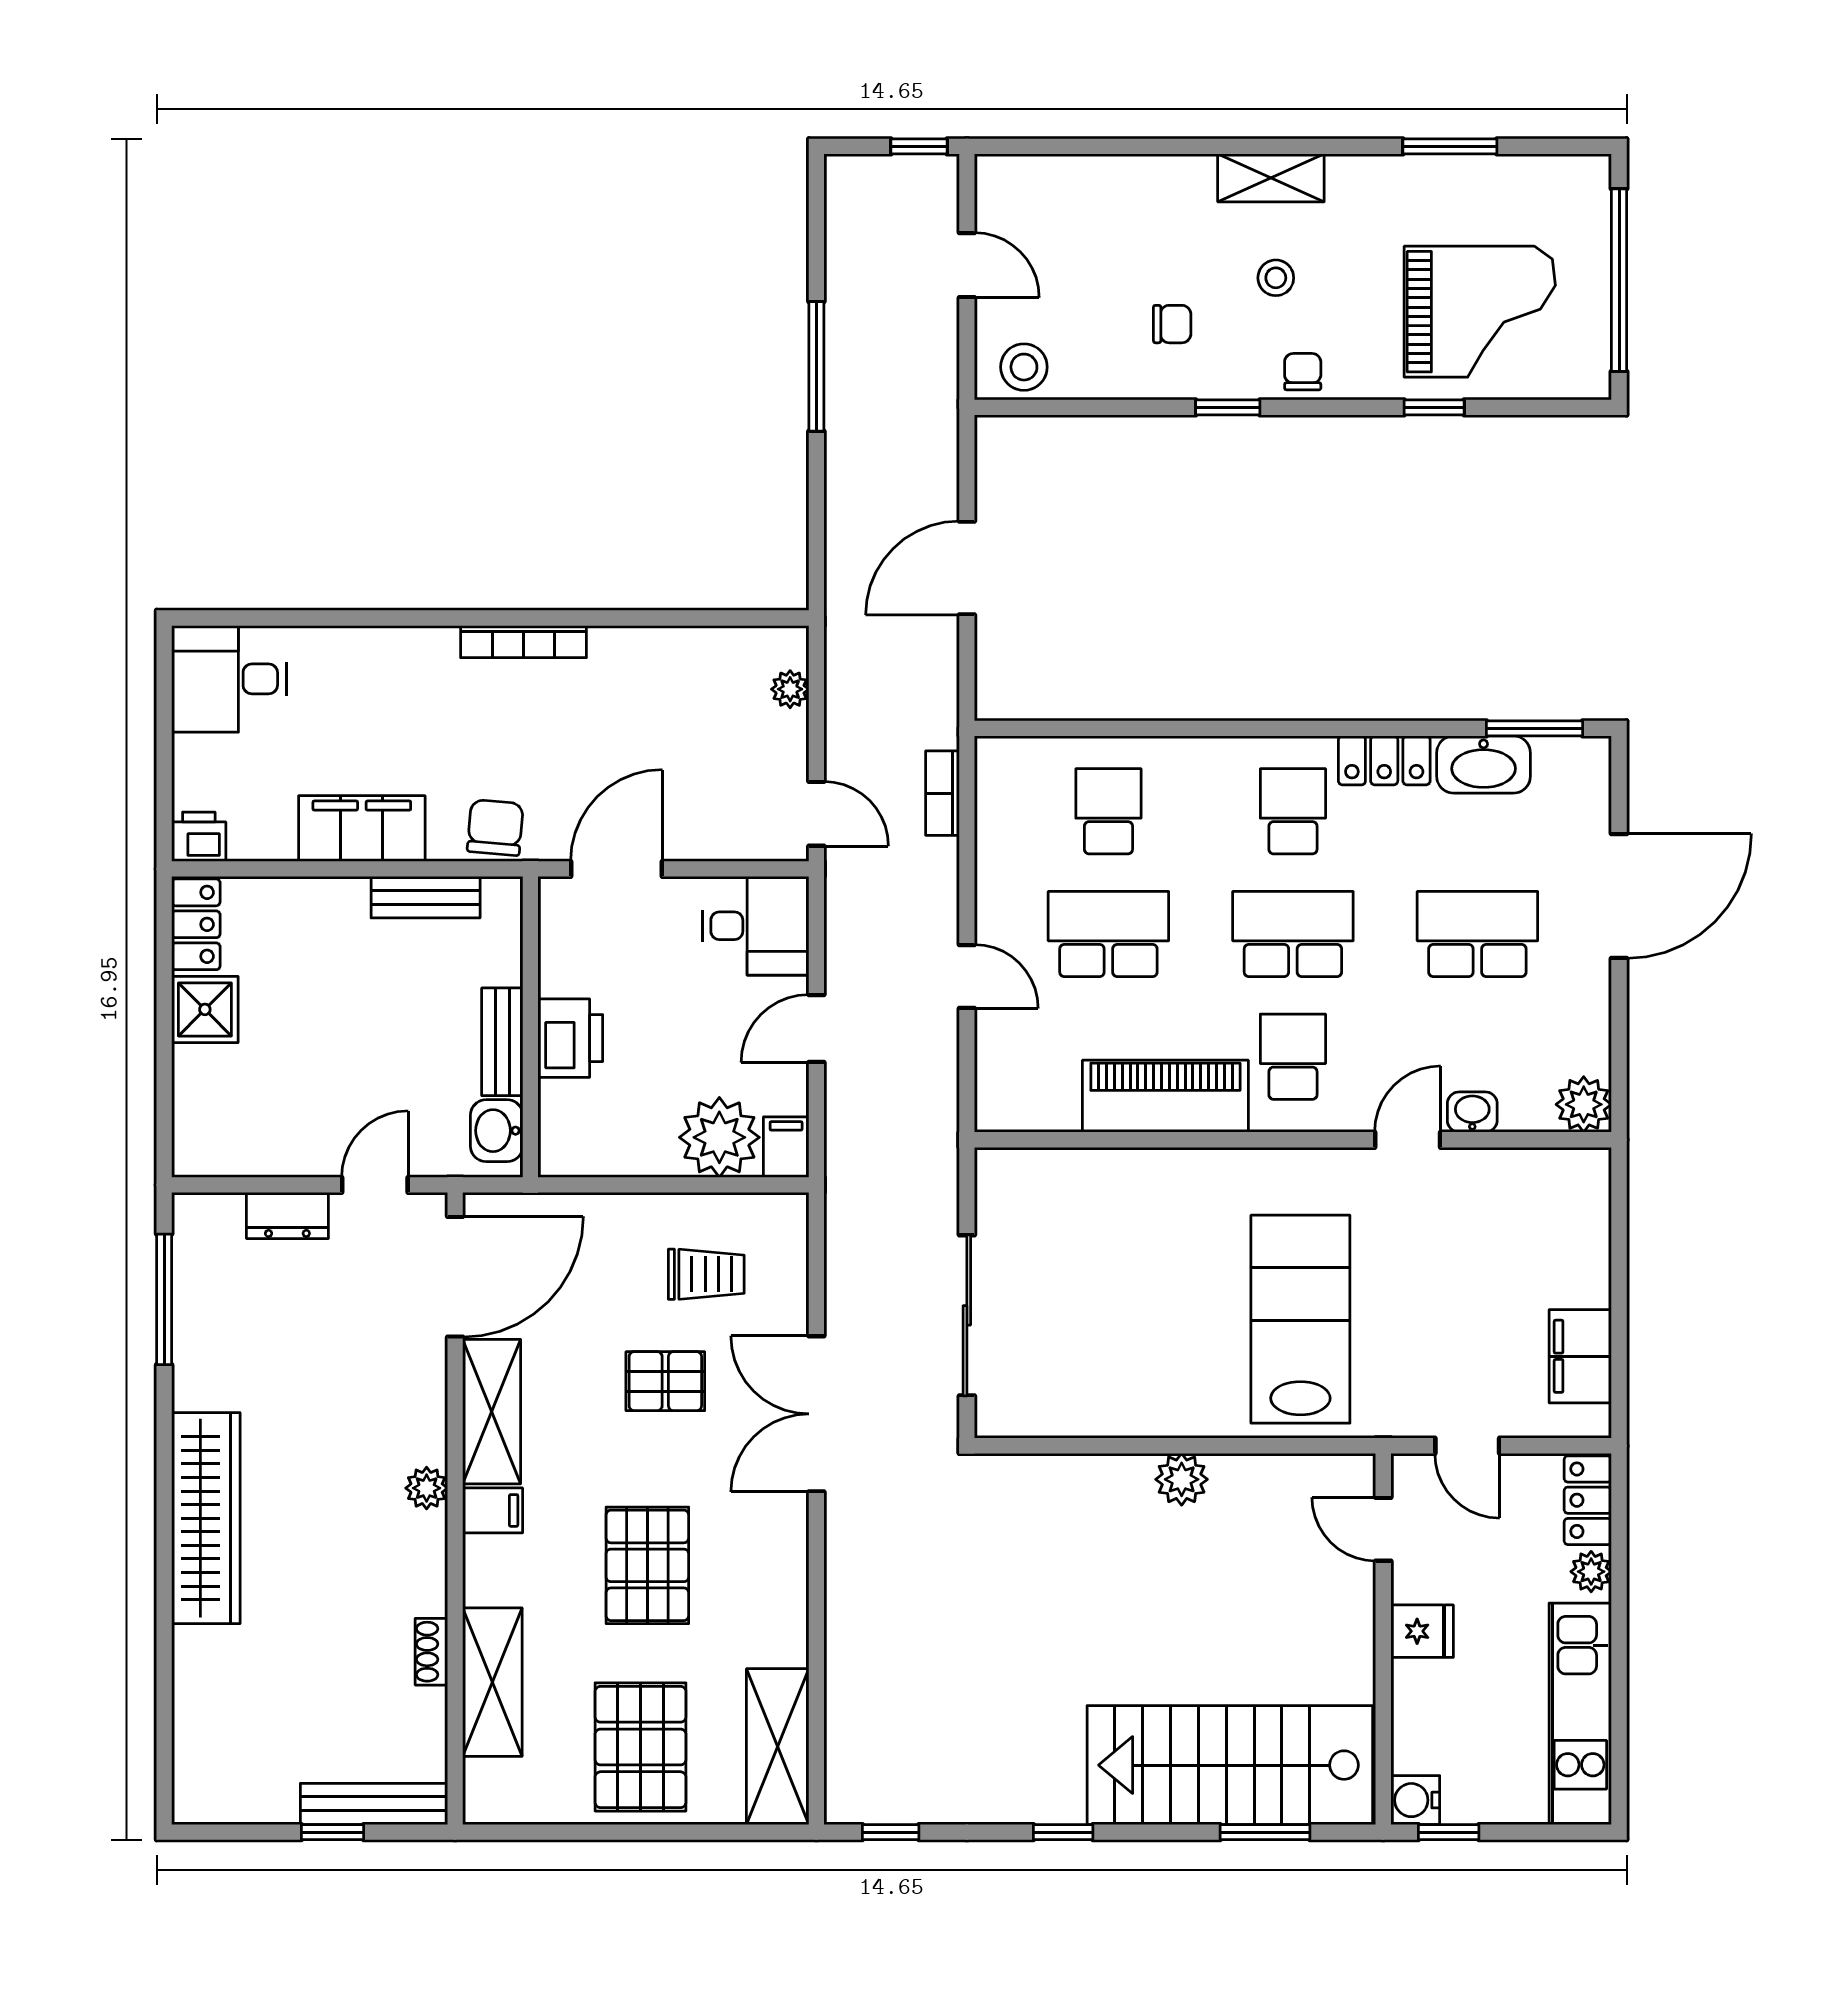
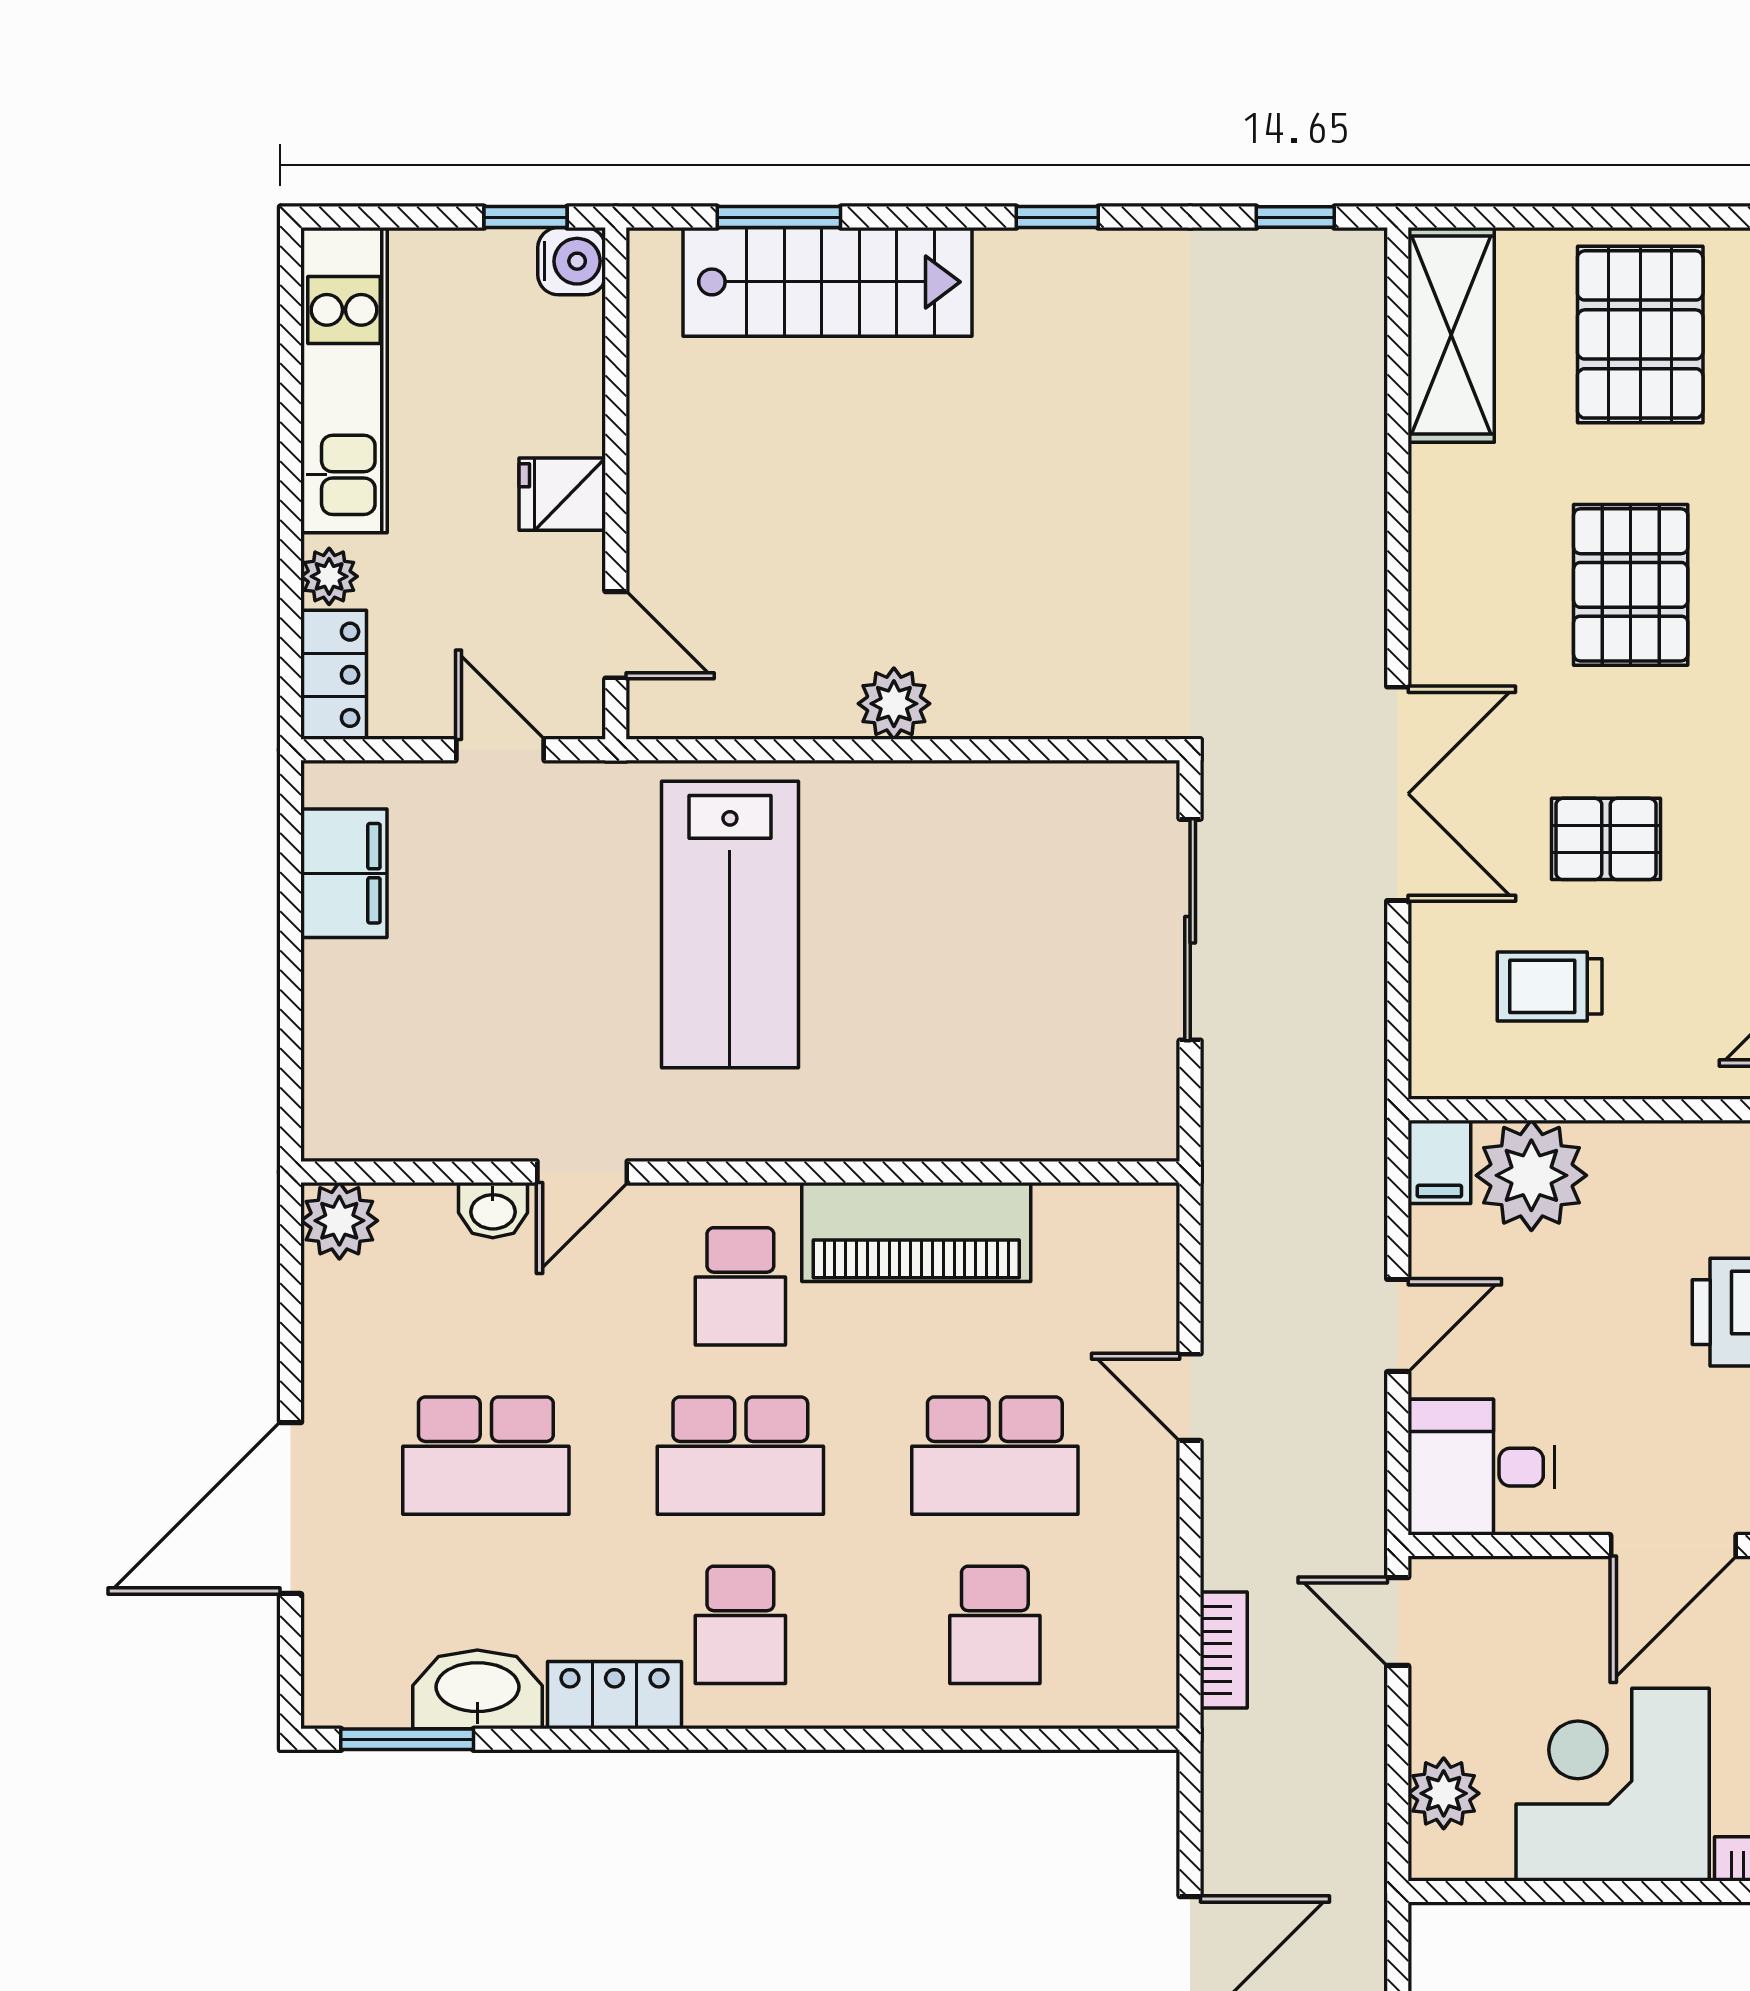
plant: (790, 689) -> (1444, 1793), width x1.38, depth x1.38
corner desk: (660, 696) -> (1613, 1785), added
stairs: (1230, 1765) -> (827, 282), width x0.73, depth x0.66

